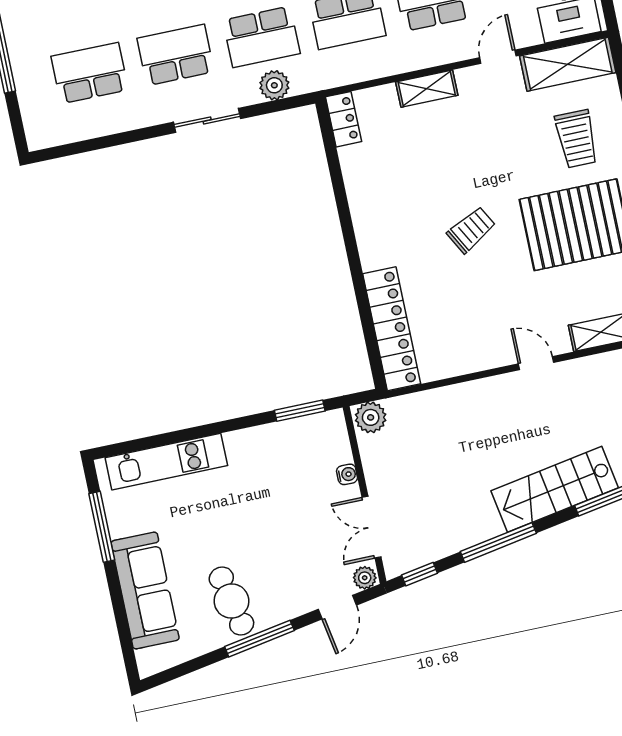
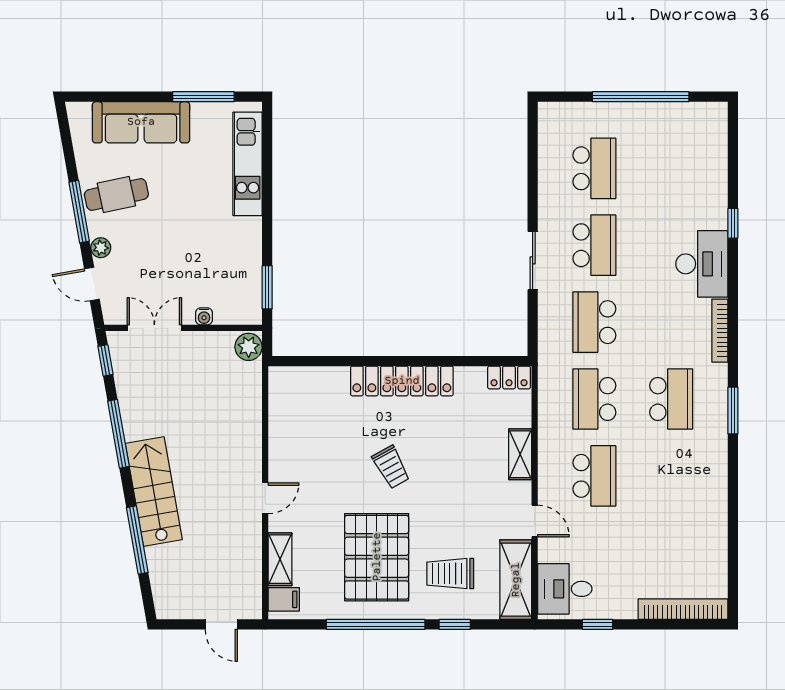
plant: (274, 85) -> (551, 324), removed
locker: (392, 329) -> (402, 381), moved
plant: (365, 578) -> (101, 248), moved

